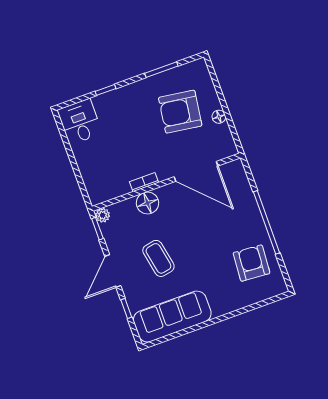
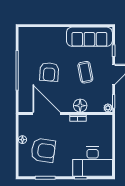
desk: (80, 122) -> (93, 162), width x1.87, depth x1.30
armchair: (252, 263) -> (49, 72), moved

